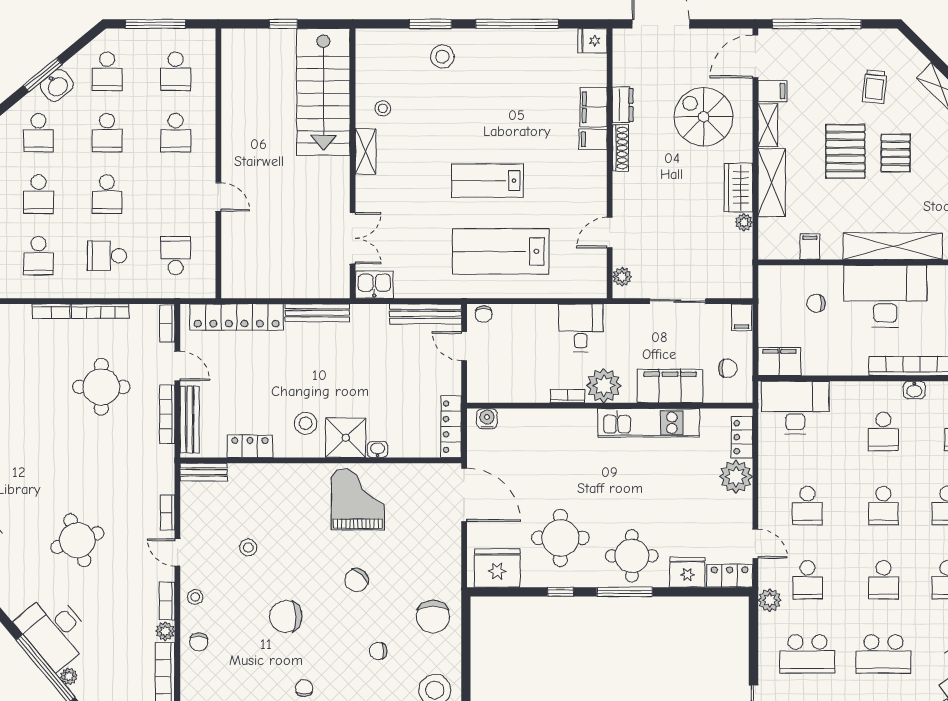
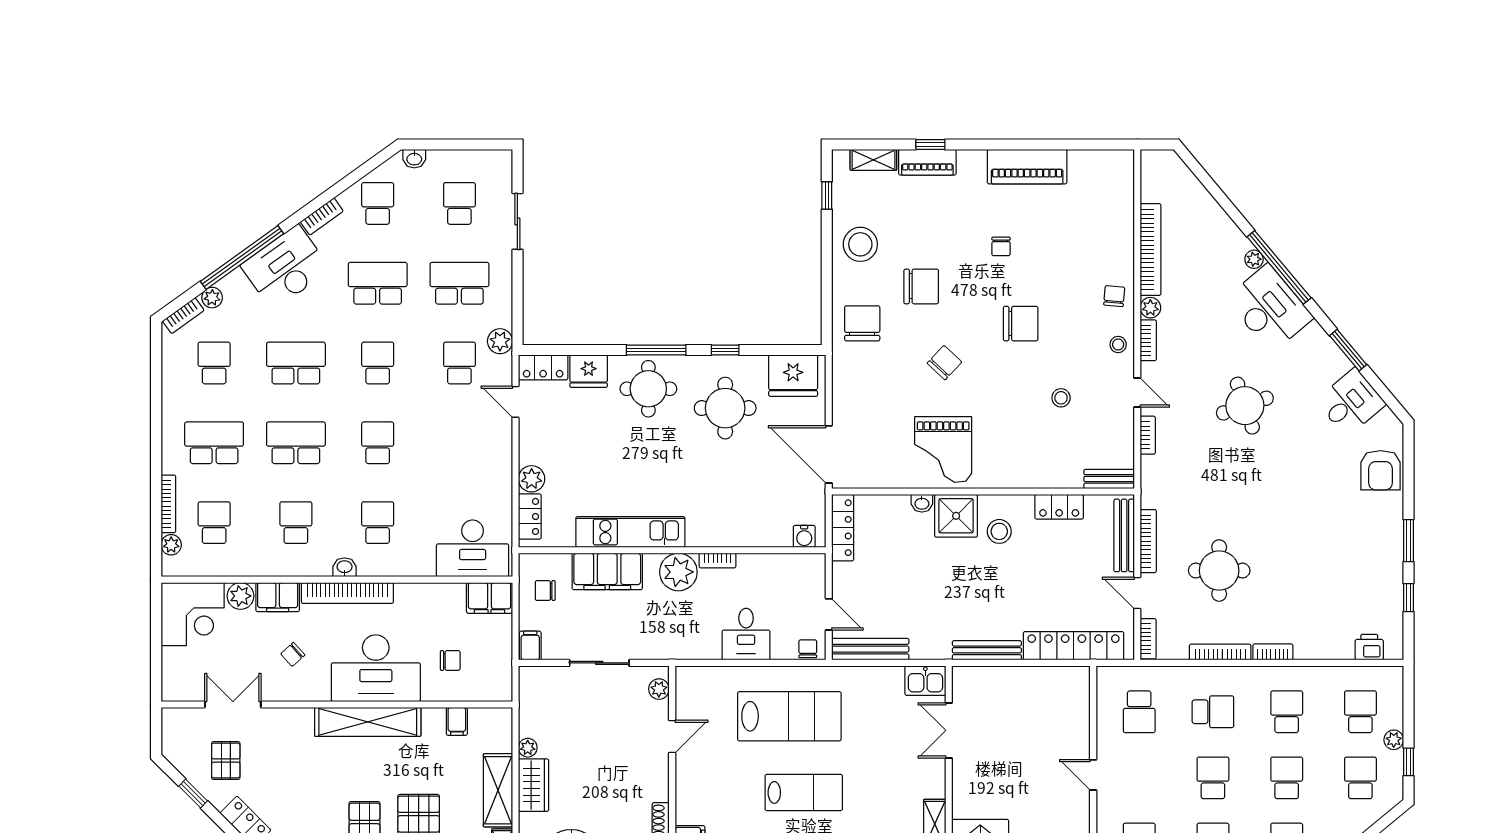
desk: (581, 328) -> (746, 634), moved
plant: (736, 477) -> (532, 479), width x0.73, depth x0.73
school desk: (807, 506) -> (459, 443), removed
chair: (378, 651) -> (921, 286), width x1.87, depth x1.87

